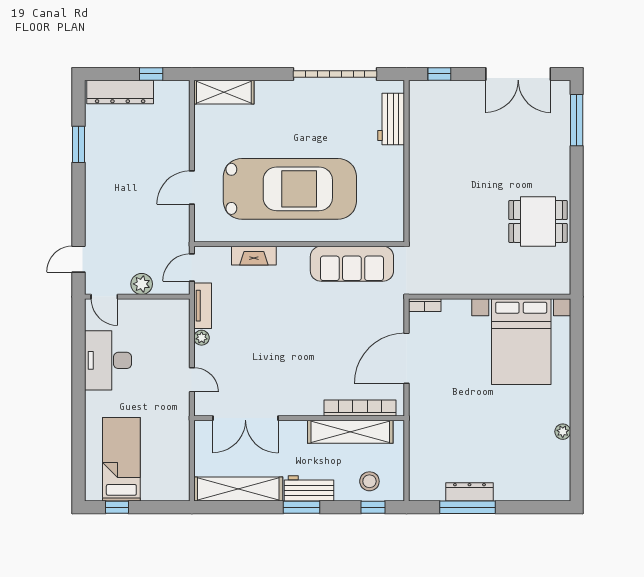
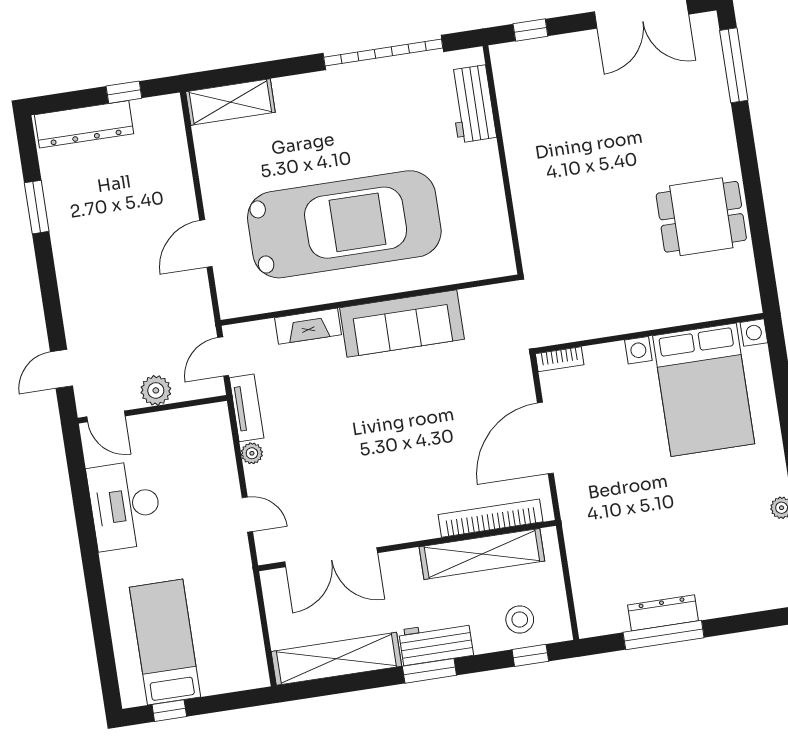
sofa: (352, 264) -> (402, 324), moved

